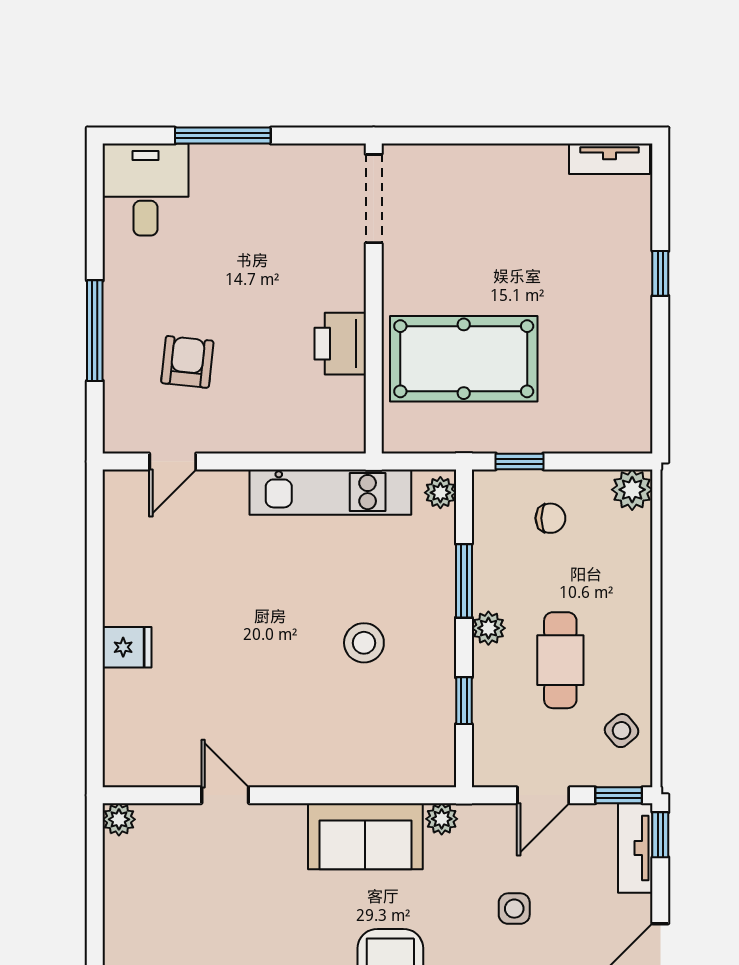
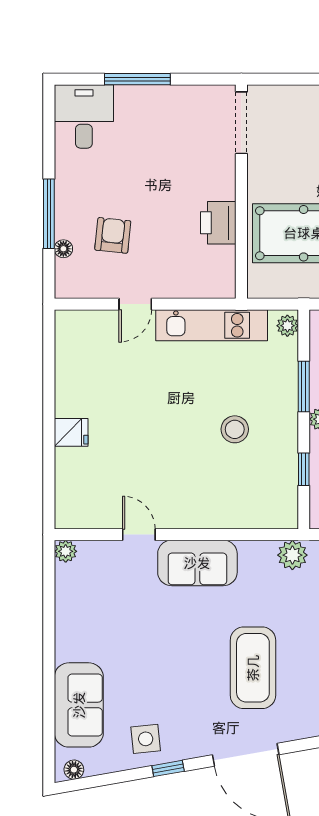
floor lamp: (116, 381) -> (63, 249), added
door: (173, 461) -> (135, 304), moved
plant: (442, 819) -> (292, 555), width x1.38, depth x1.38
sofa: (365, 836) -> (197, 563), moved

